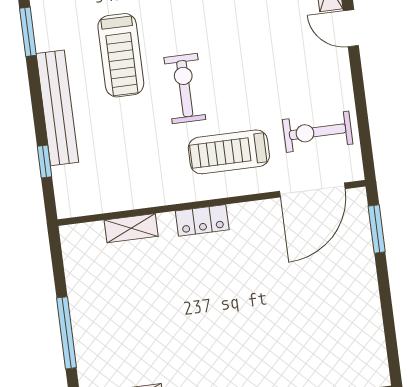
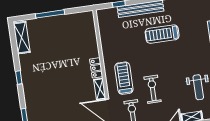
exercise bike: (185, 89) -> (153, 89), moved, turned -90
shelving: (131, 228) -> (100, 89), moved

